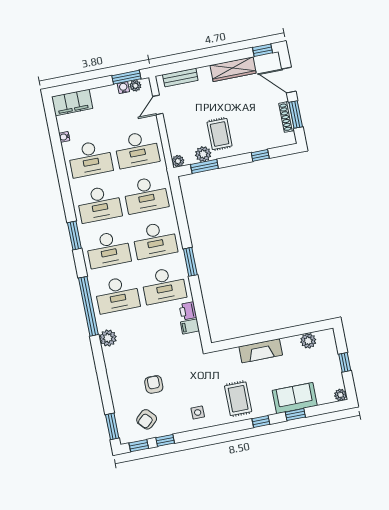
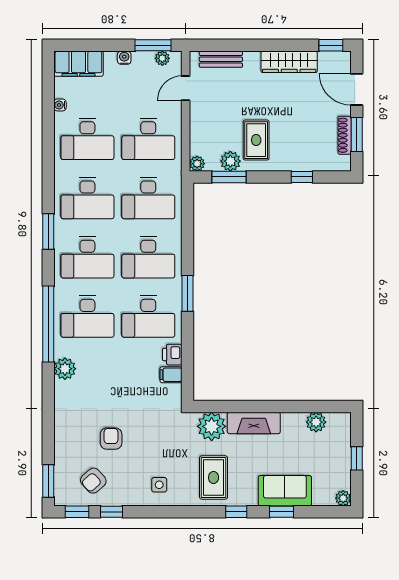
water cooler: (123, 88) -> (124, 58), moved
plant: (229, 360) -> (212, 426), added

